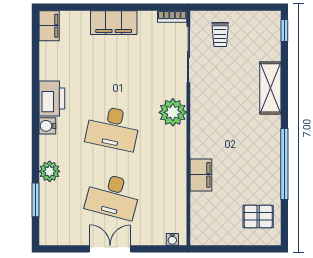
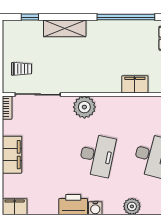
window: (284, 31) -> (30, 17), moved

